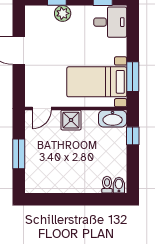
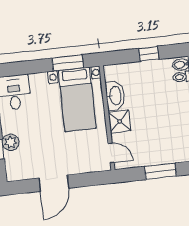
washbasin: (113, 119) -> (115, 96), moved
window: (133, 136) -> (149, 54), moved

